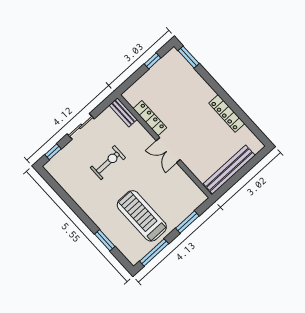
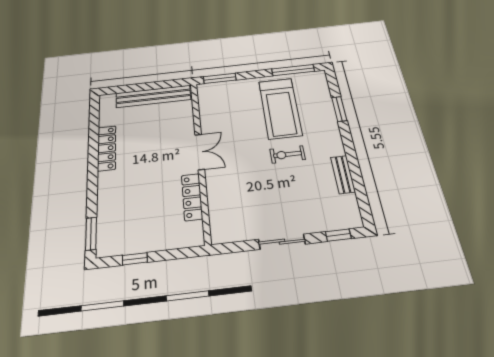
bench: (123, 112) -> (343, 174), moved
exercise bike: (108, 163) -> (288, 154), moved, width x0.73, depth x0.72
window: (187, 222) -> (220, 78), moved

